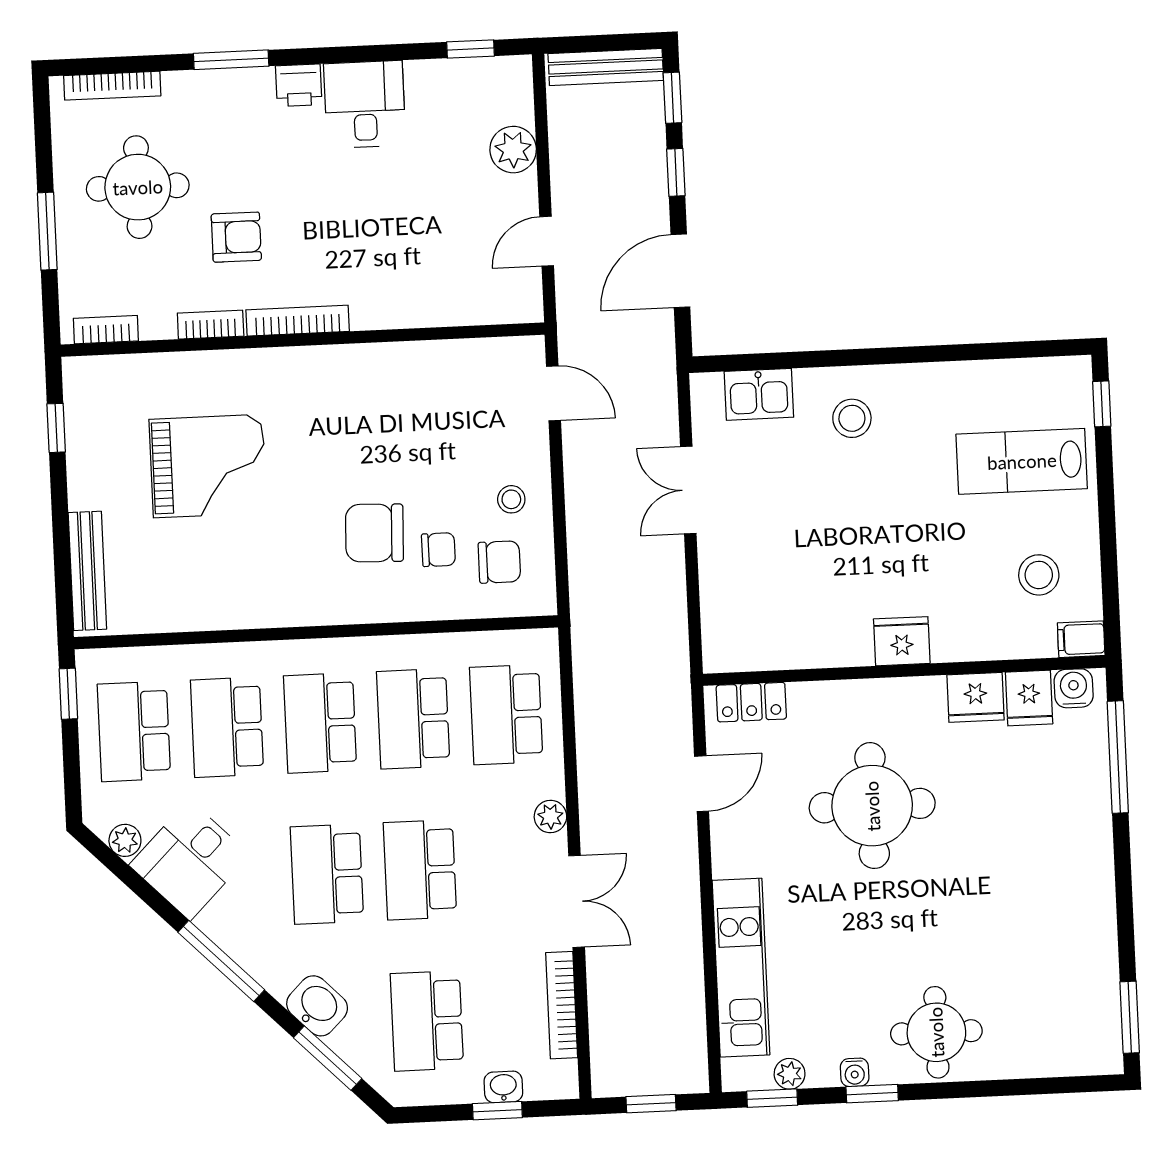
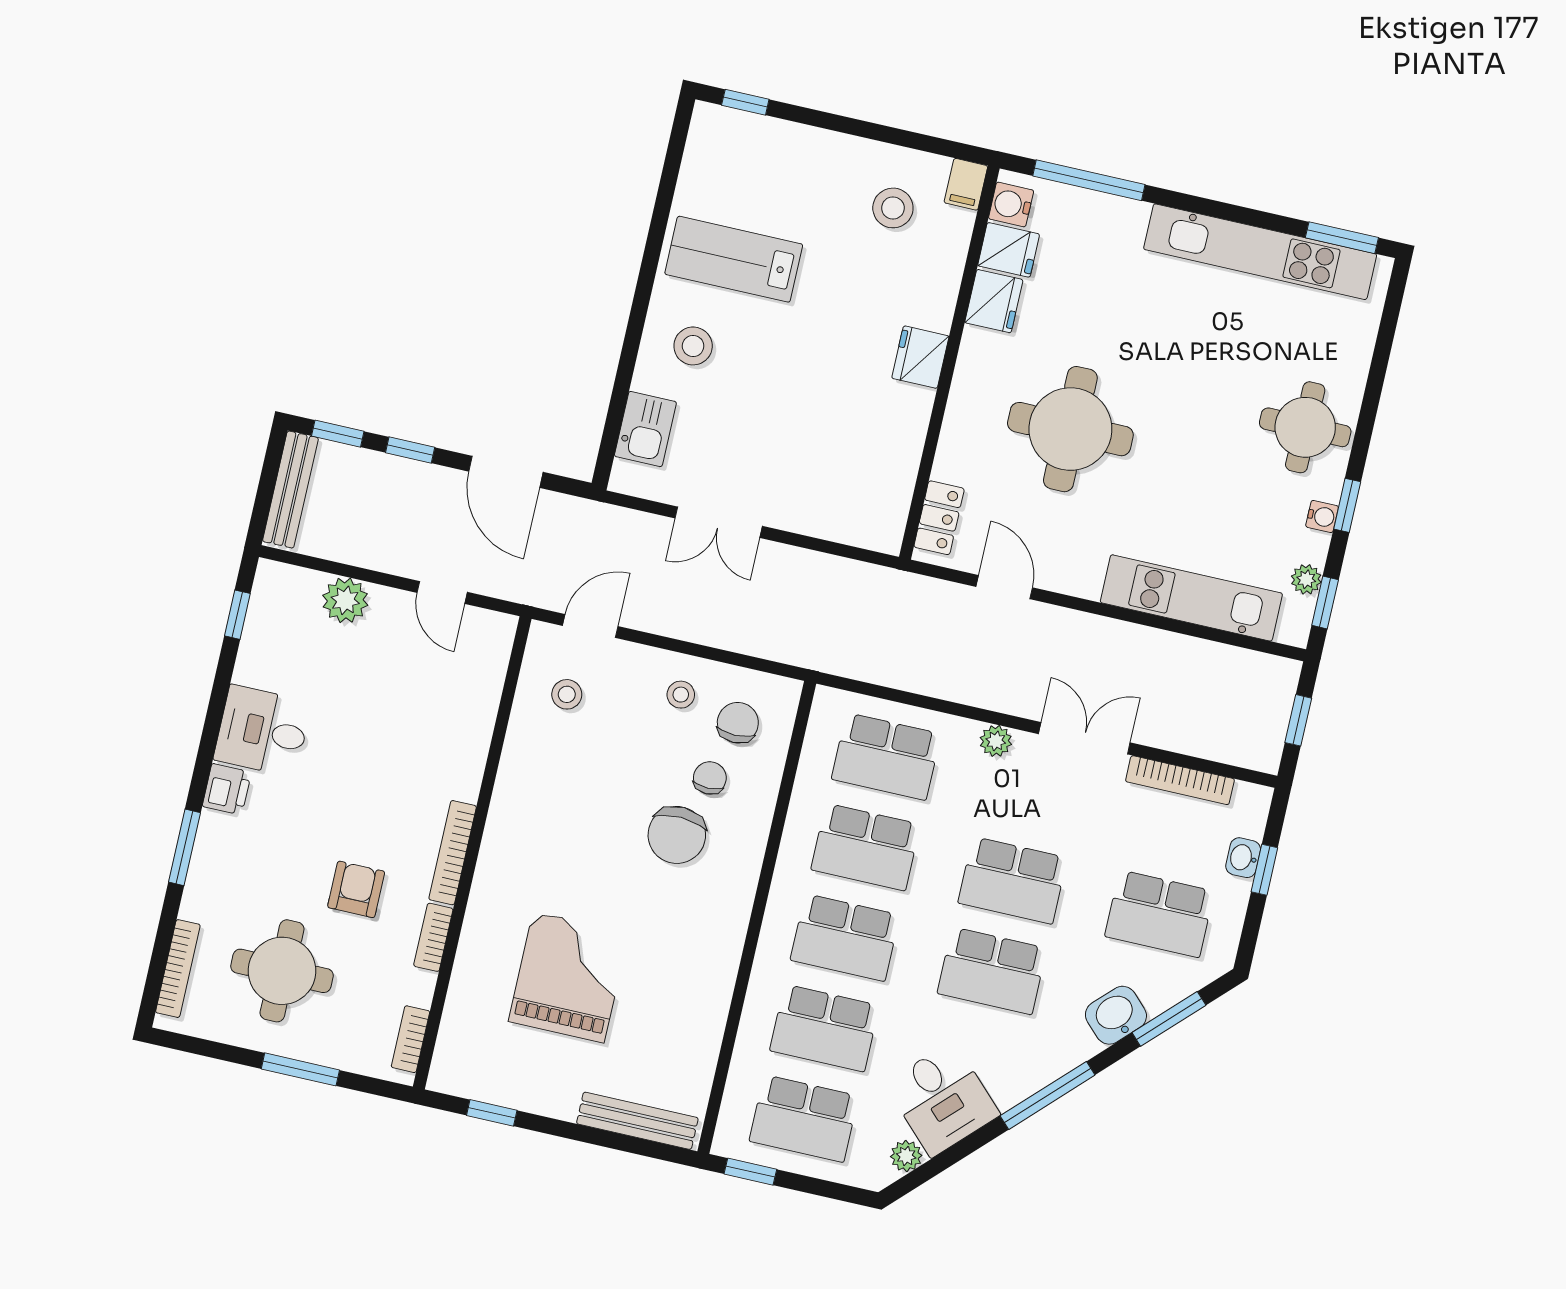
stool: (481, 389) -> (567, 694), added
lab bench: (1022, 461) -> (734, 259), moved, turned 90
kitchen unit: (1094, 942) -> (1260, 252), added

